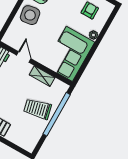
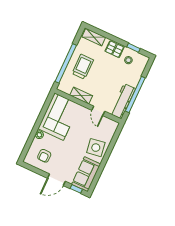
trolley: (38, 109) -> (83, 67), turned -77
shelving: (22, 142) -> (94, 37), added

